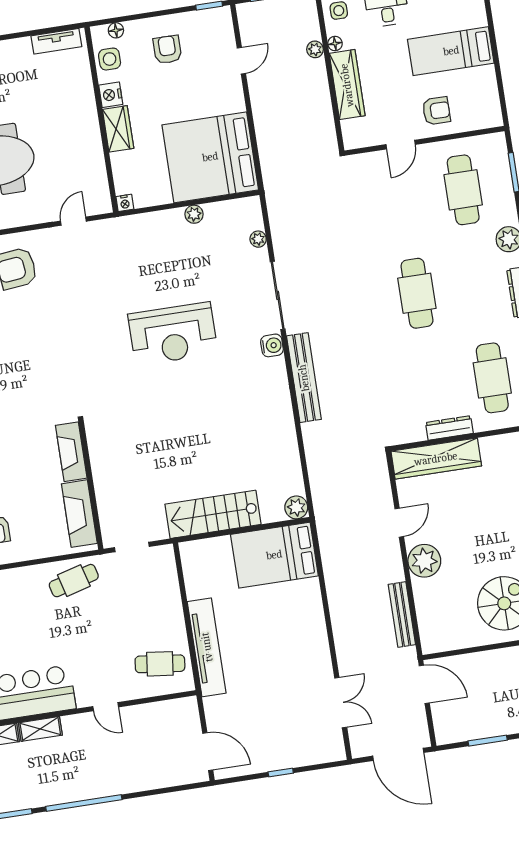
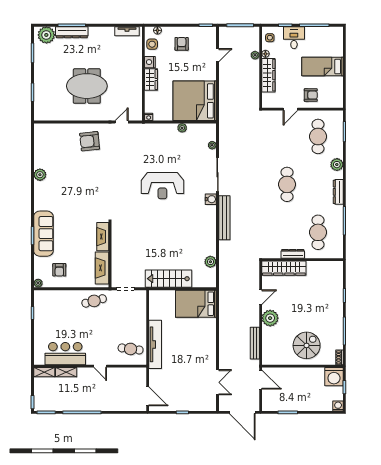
plant: (296, 507) -> (210, 262), moved

